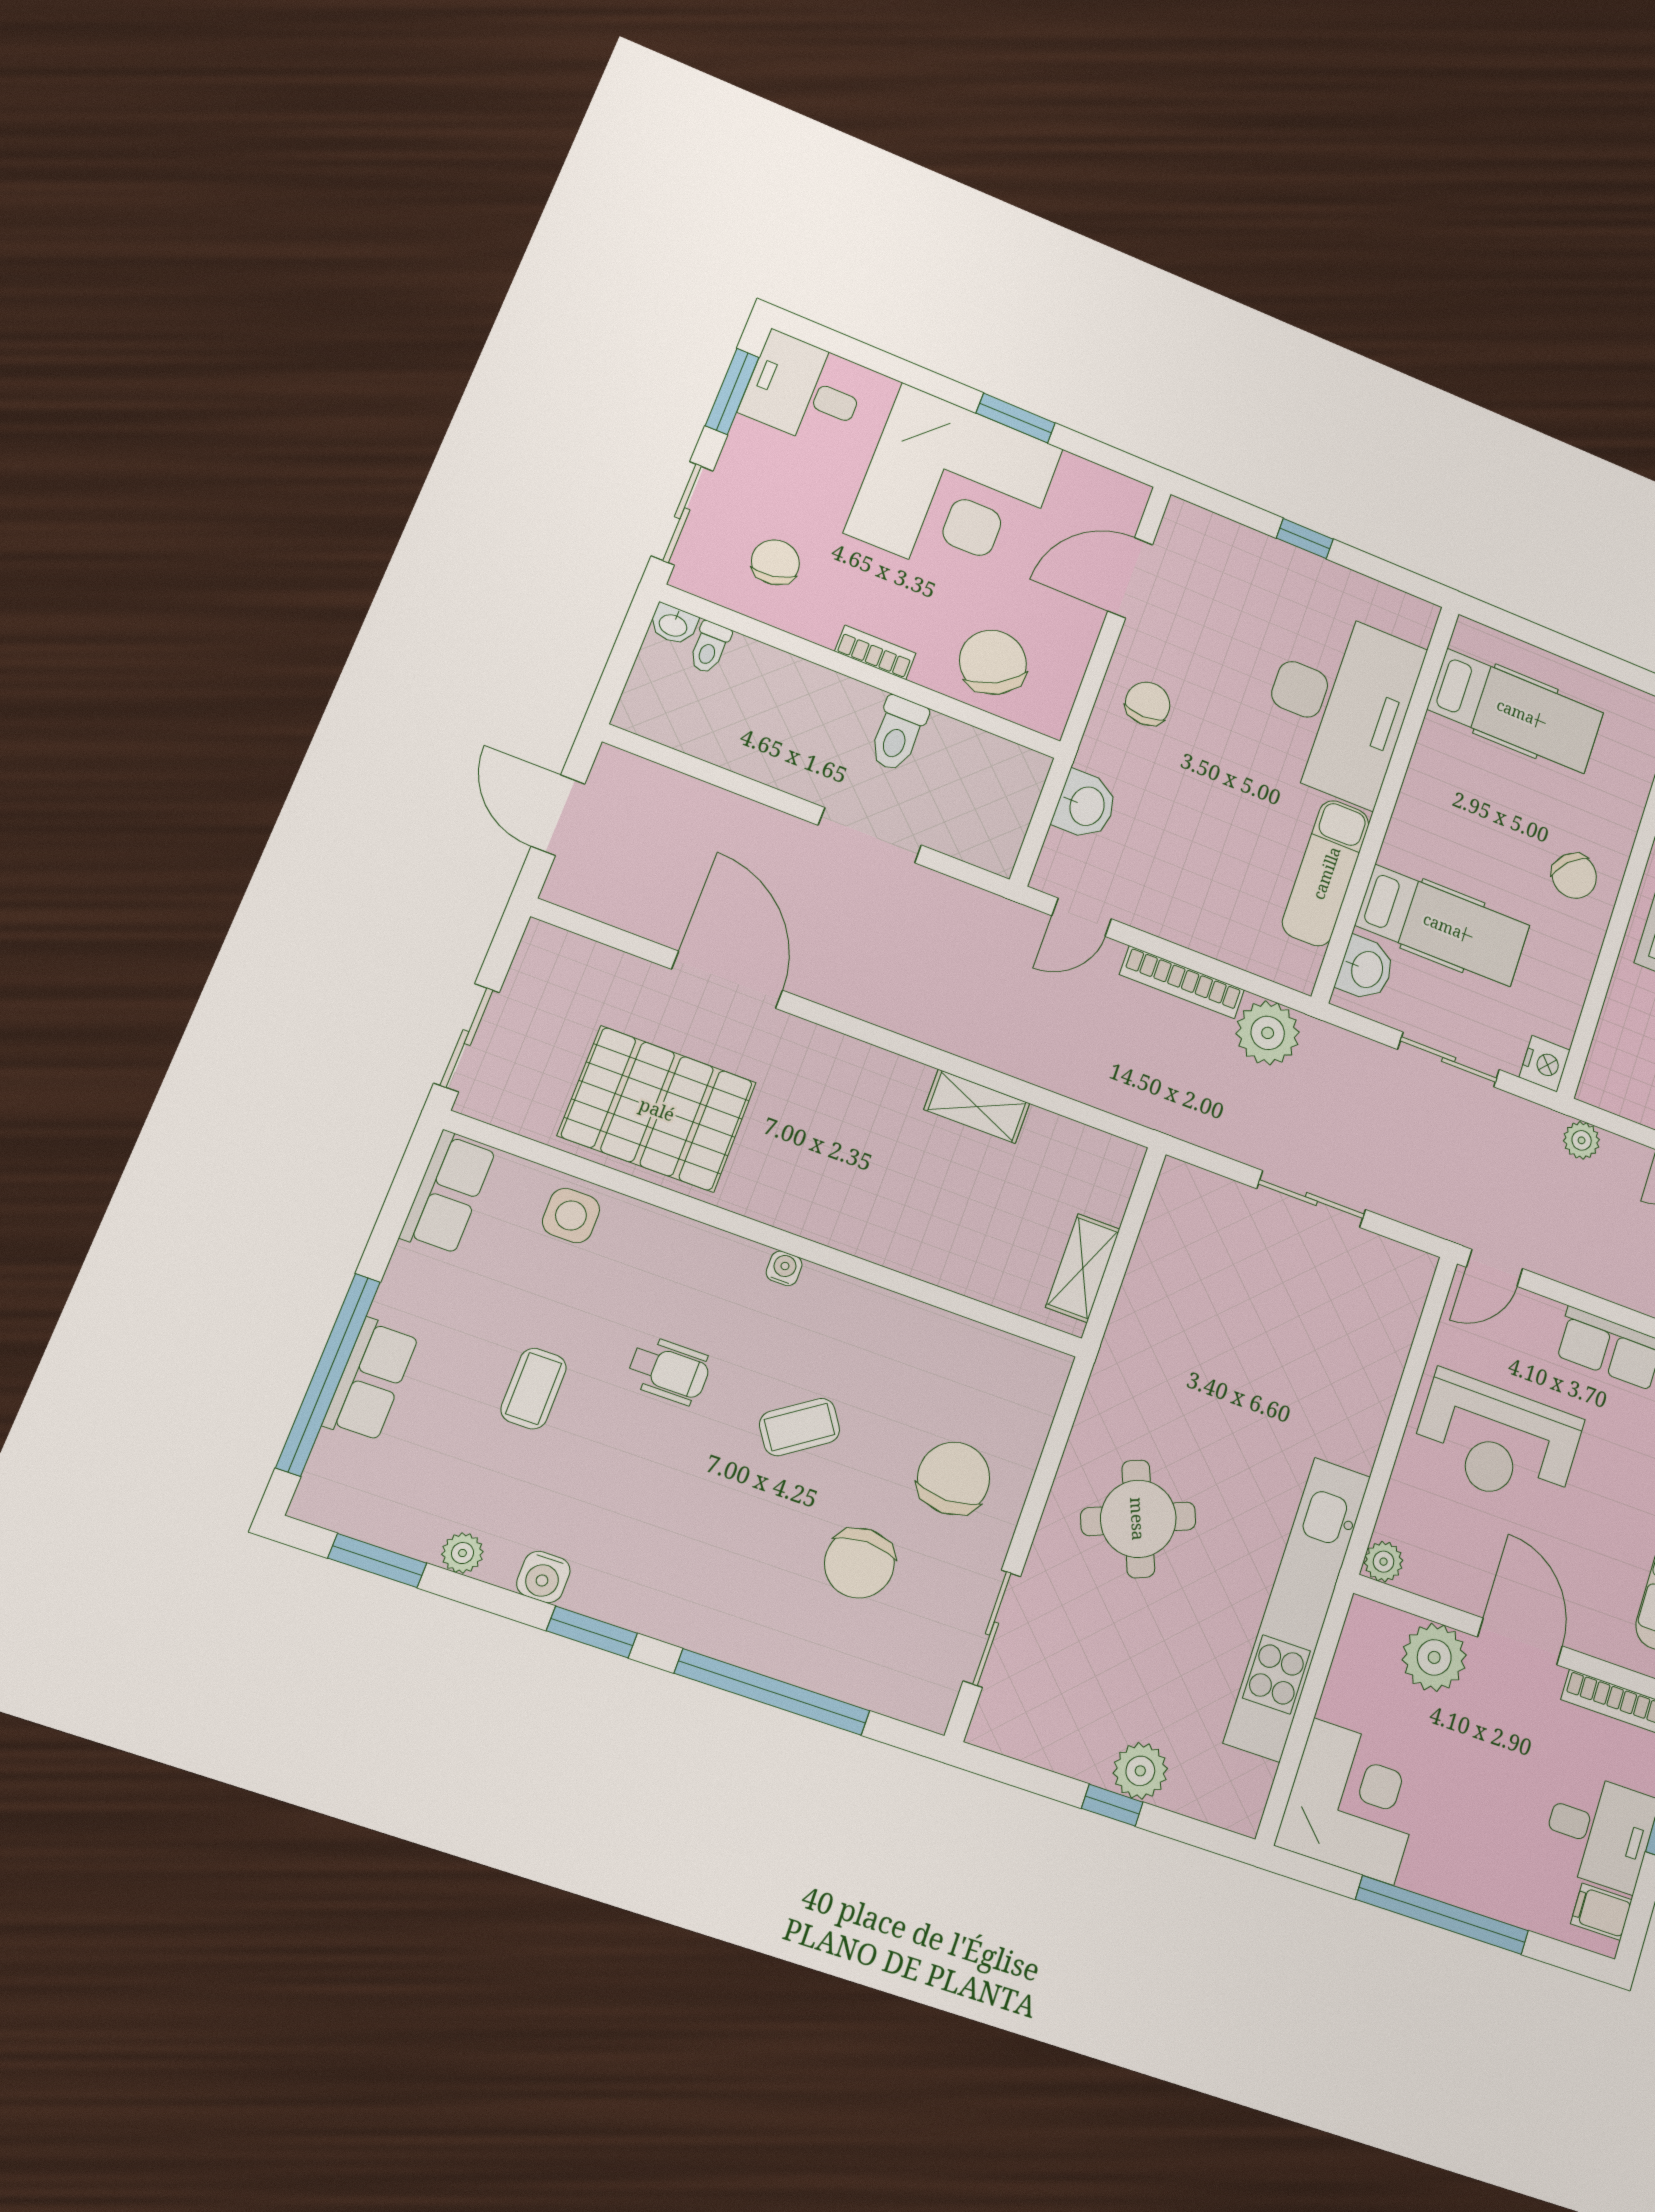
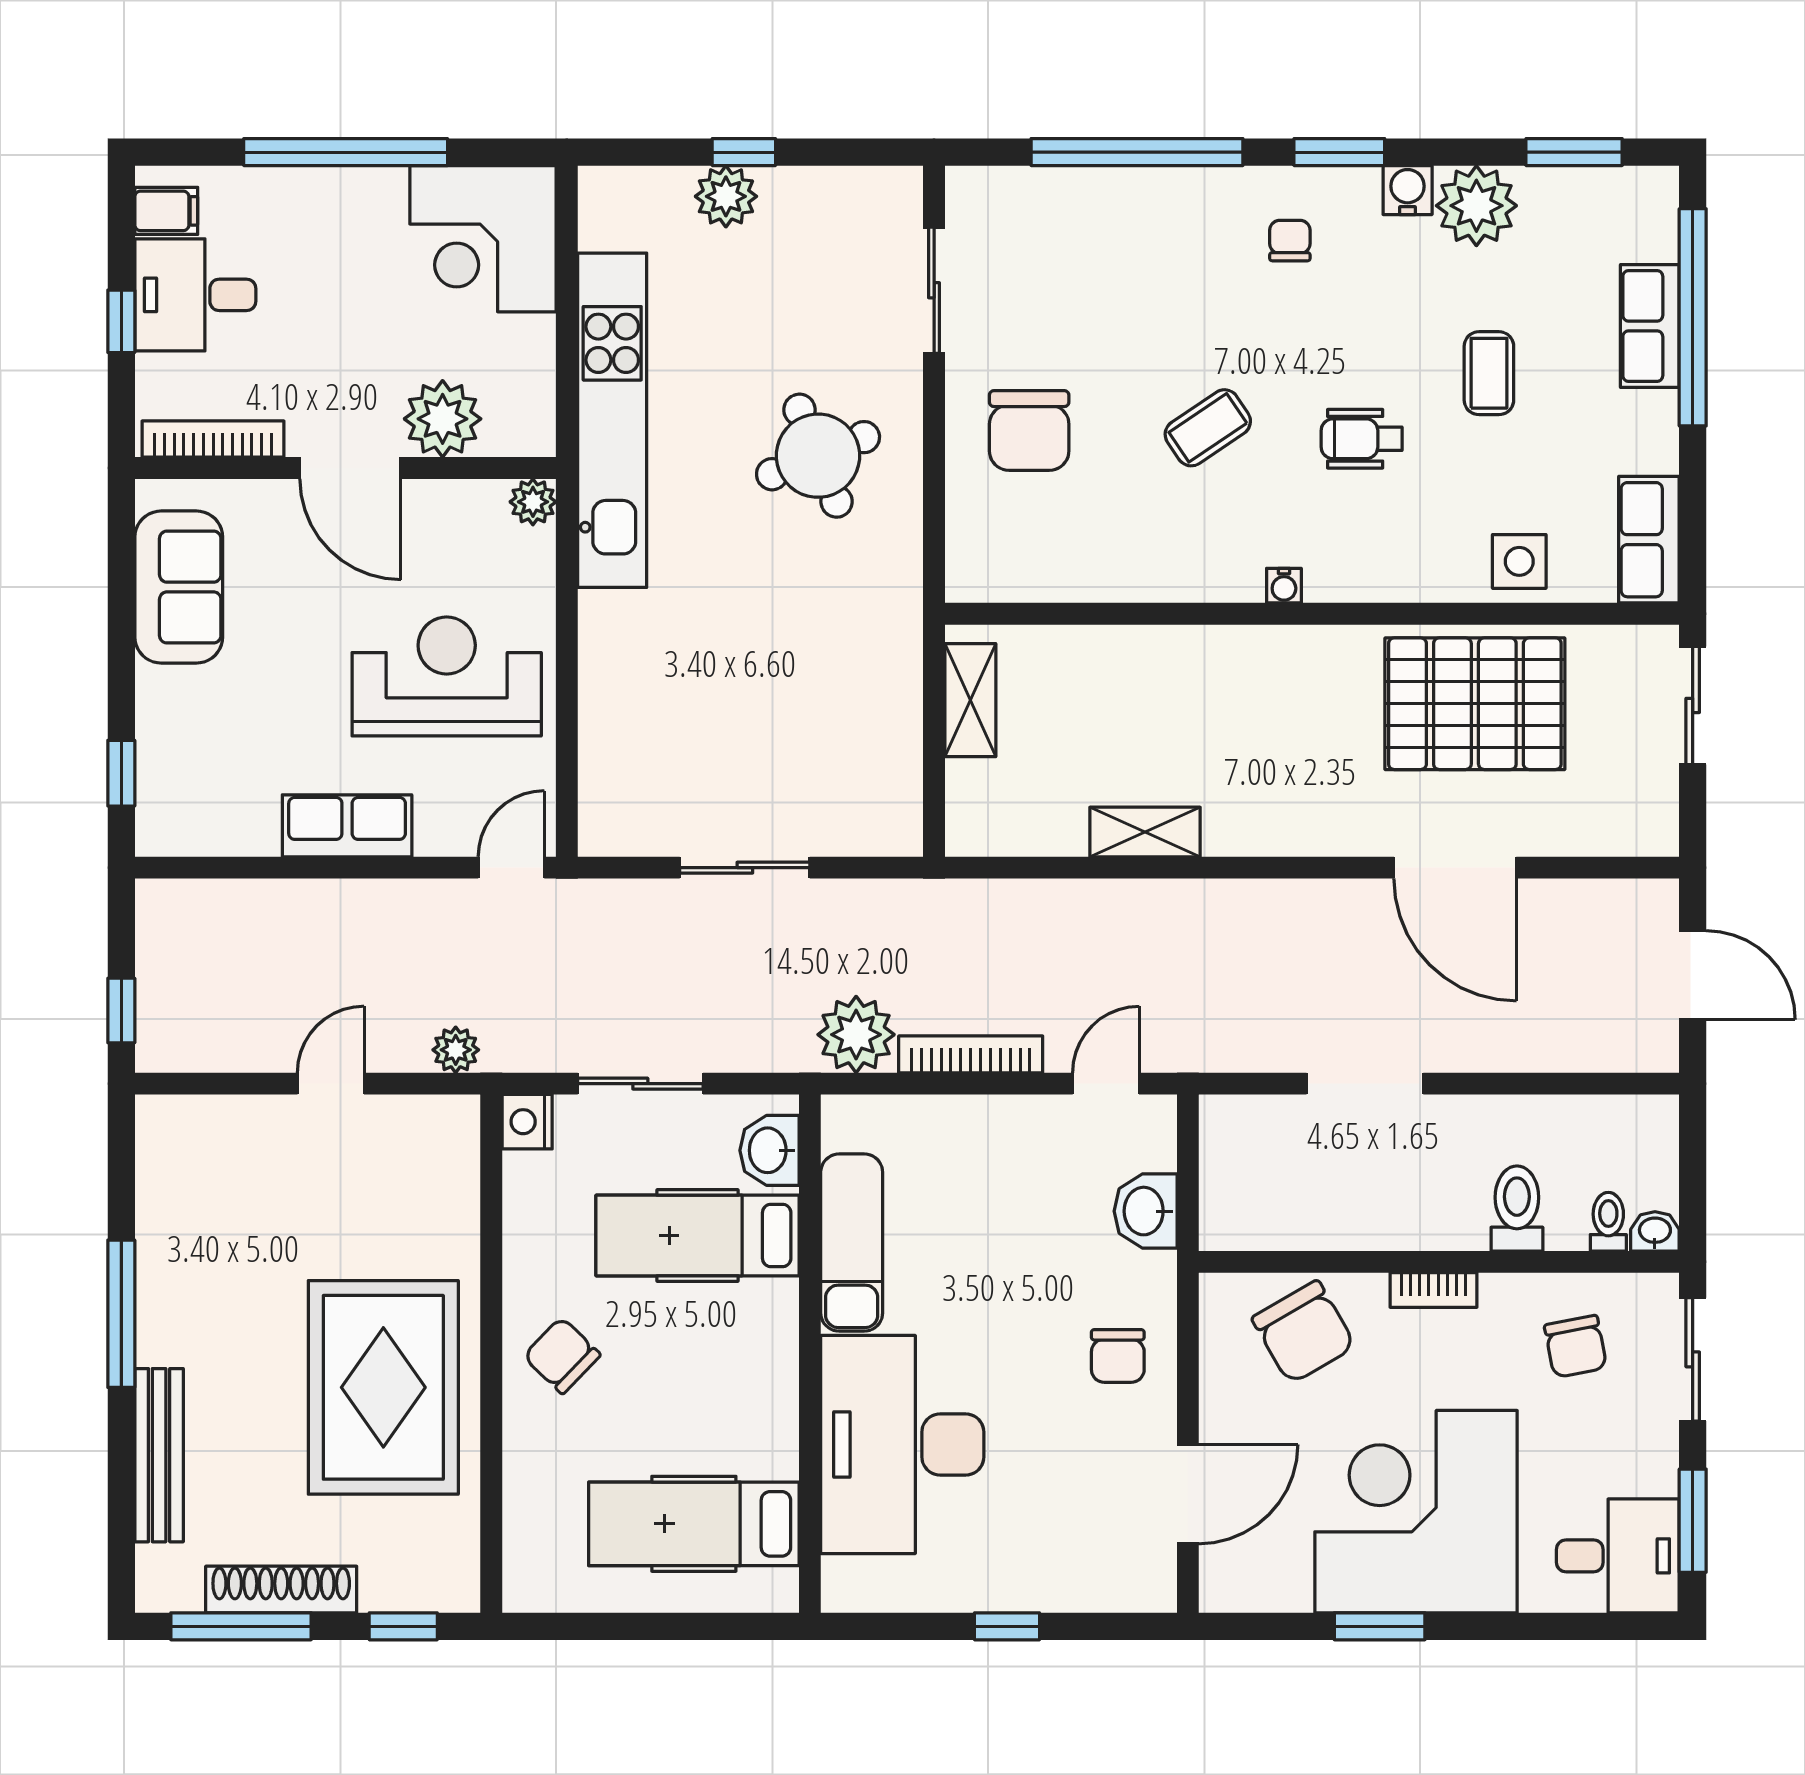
toilet: (898, 734) -> (1517, 1208), moved
plant: (463, 1553) -> (1476, 206), width x1.88, depth x1.88
chair: (859, 1563) -> (1290, 241), moved, width x0.54, depth x0.54

